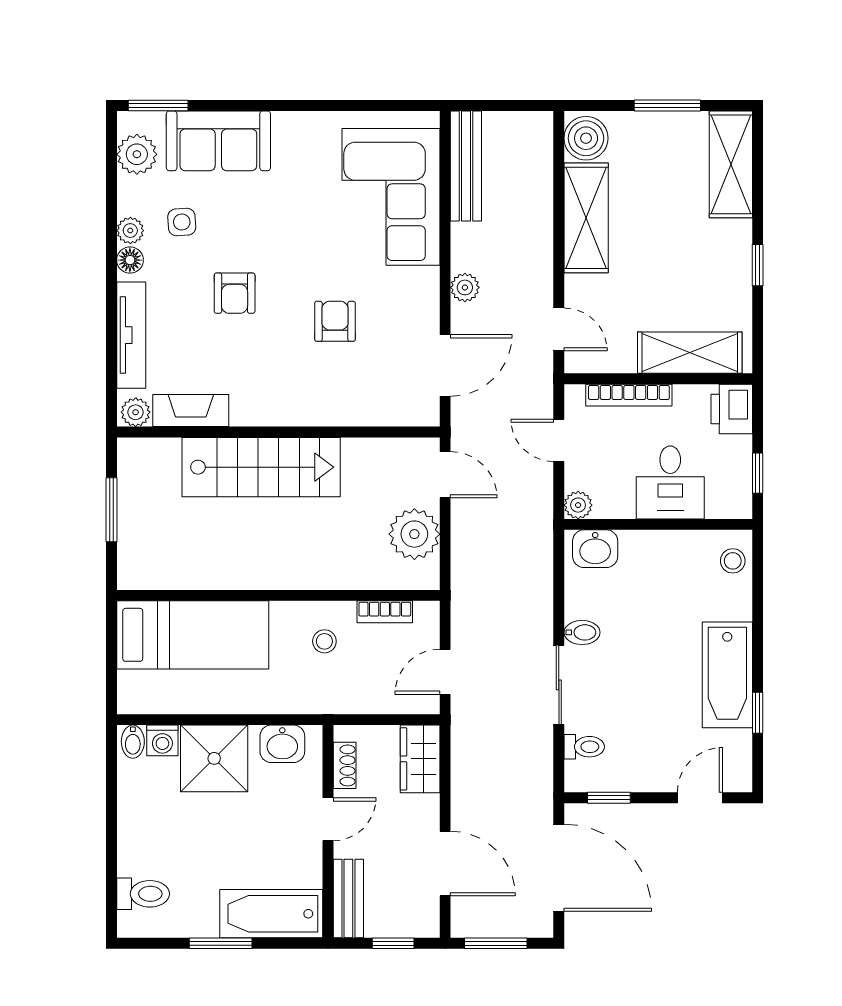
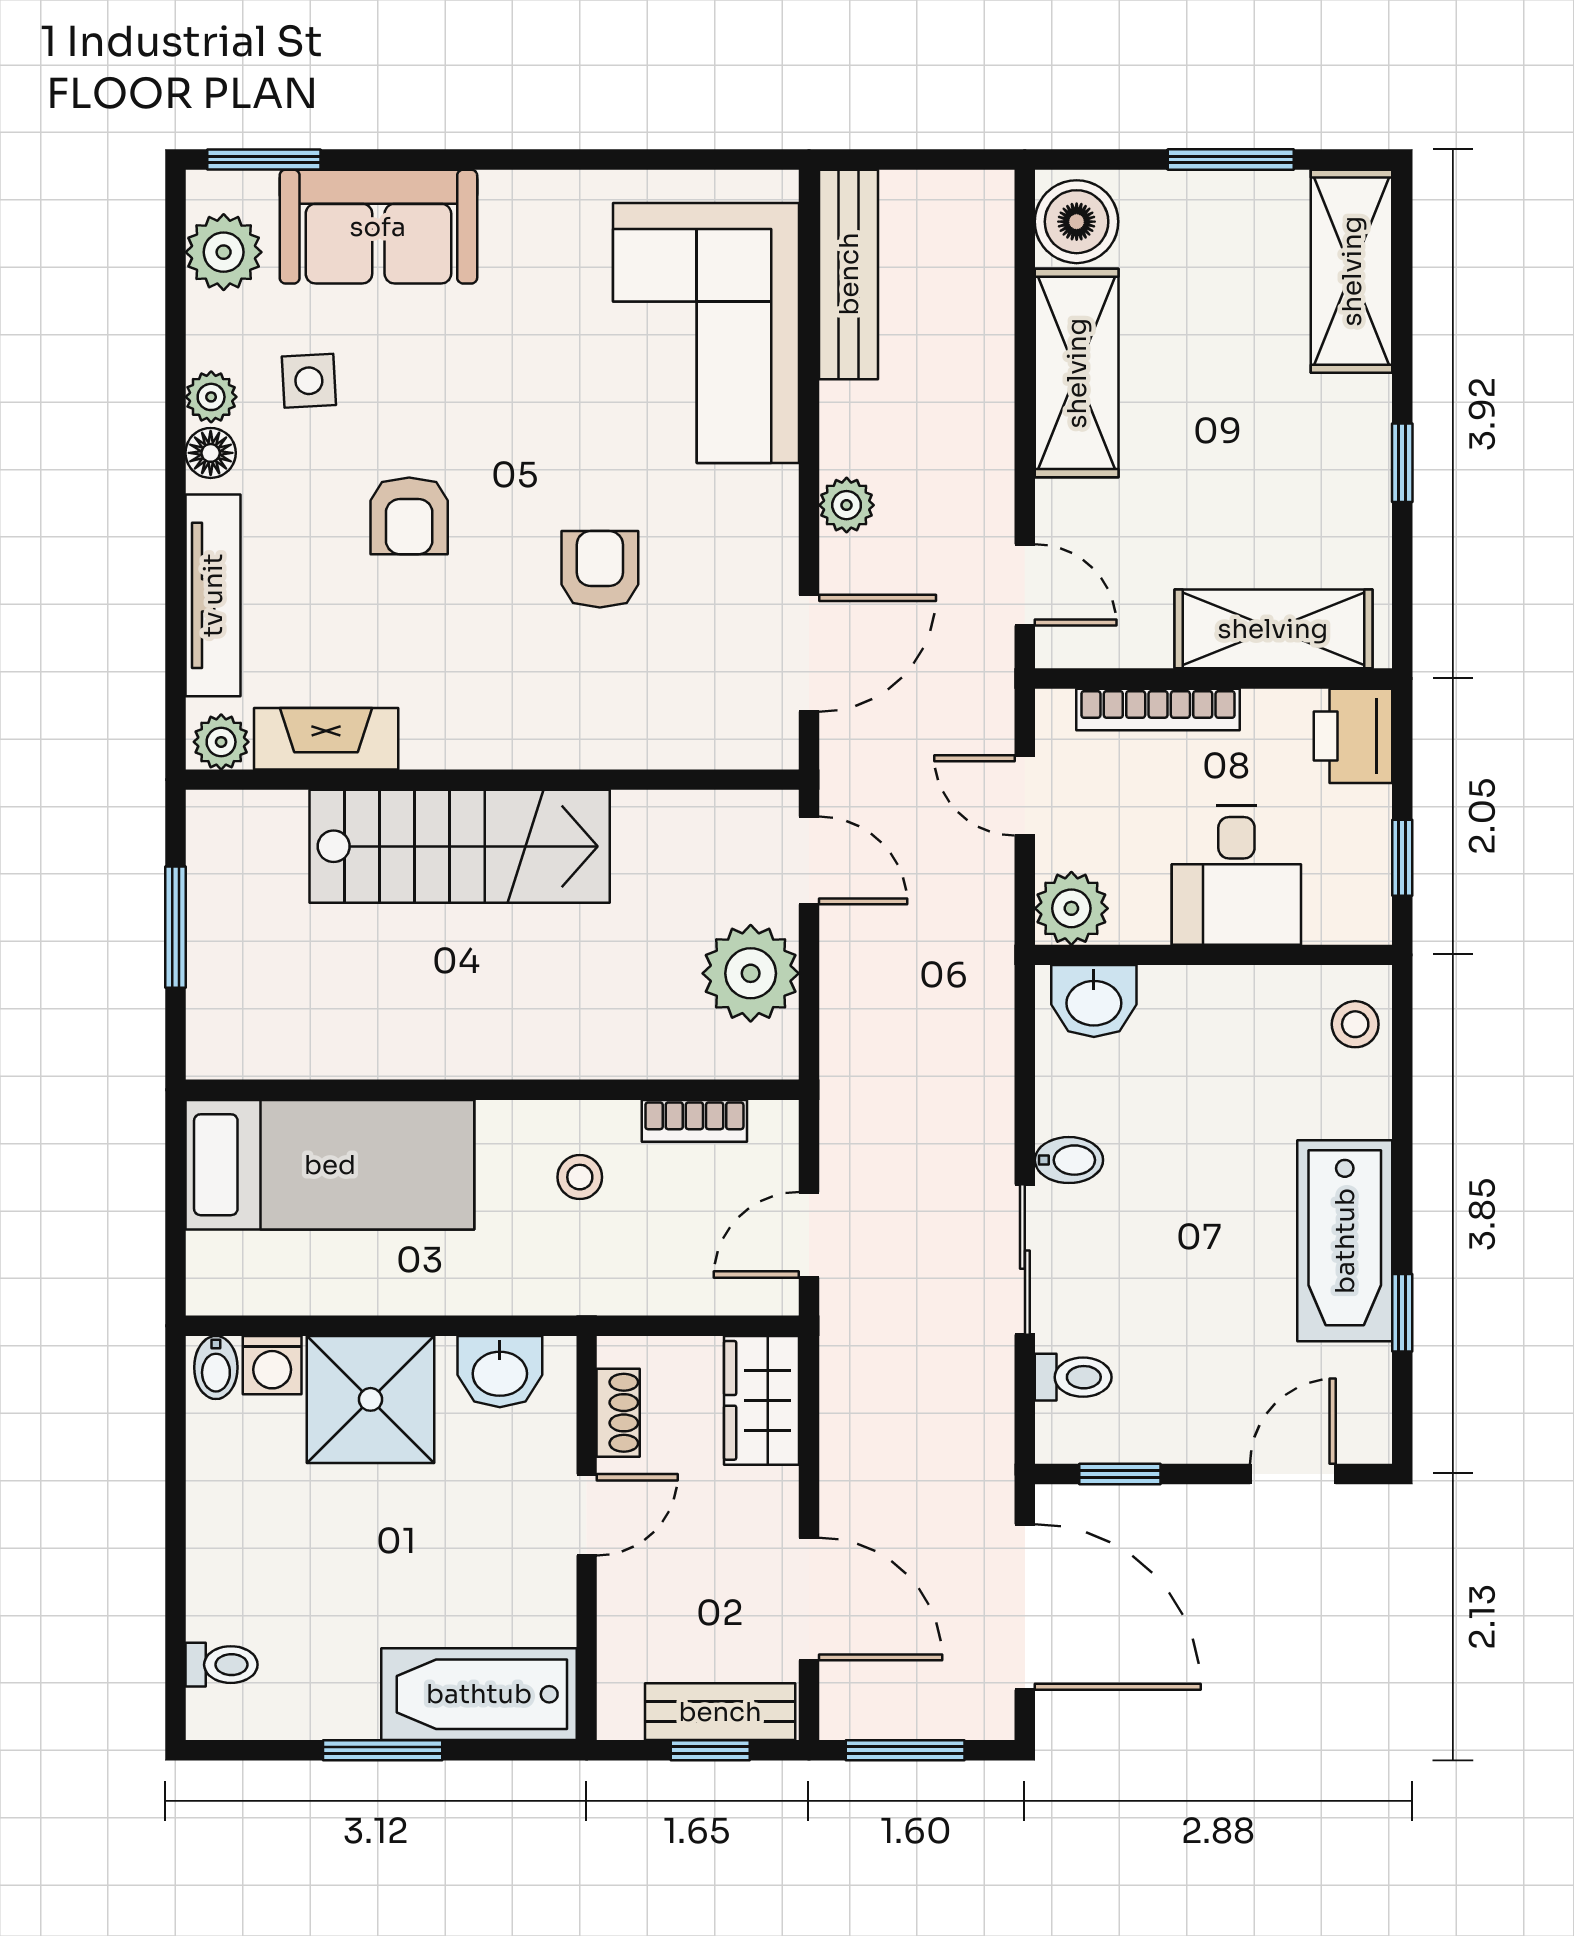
plant: (578, 505) -> (1071, 908), width x1.38, depth x1.38
toilet: (143, 894) -> (221, 1665), width x0.73, depth x0.72
bench: (348, 898) -> (720, 1712), moved, turned 90

